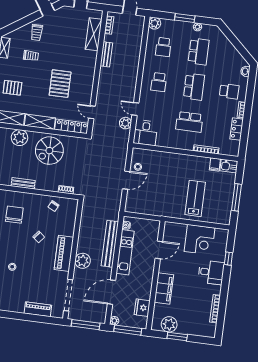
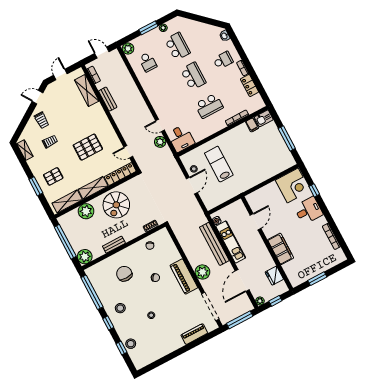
school desk: (159, 82) -> (163, 92), removed
pallet: (60, 84) -> (88, 147), turned 90
lab bench: (195, 198) -> (219, 164), moved
corner desk: (200, 240) -> (293, 185), moved
plant: (169, 324) -> (304, 274), removed
window: (128, 330) -> (275, 301), width x0.46

